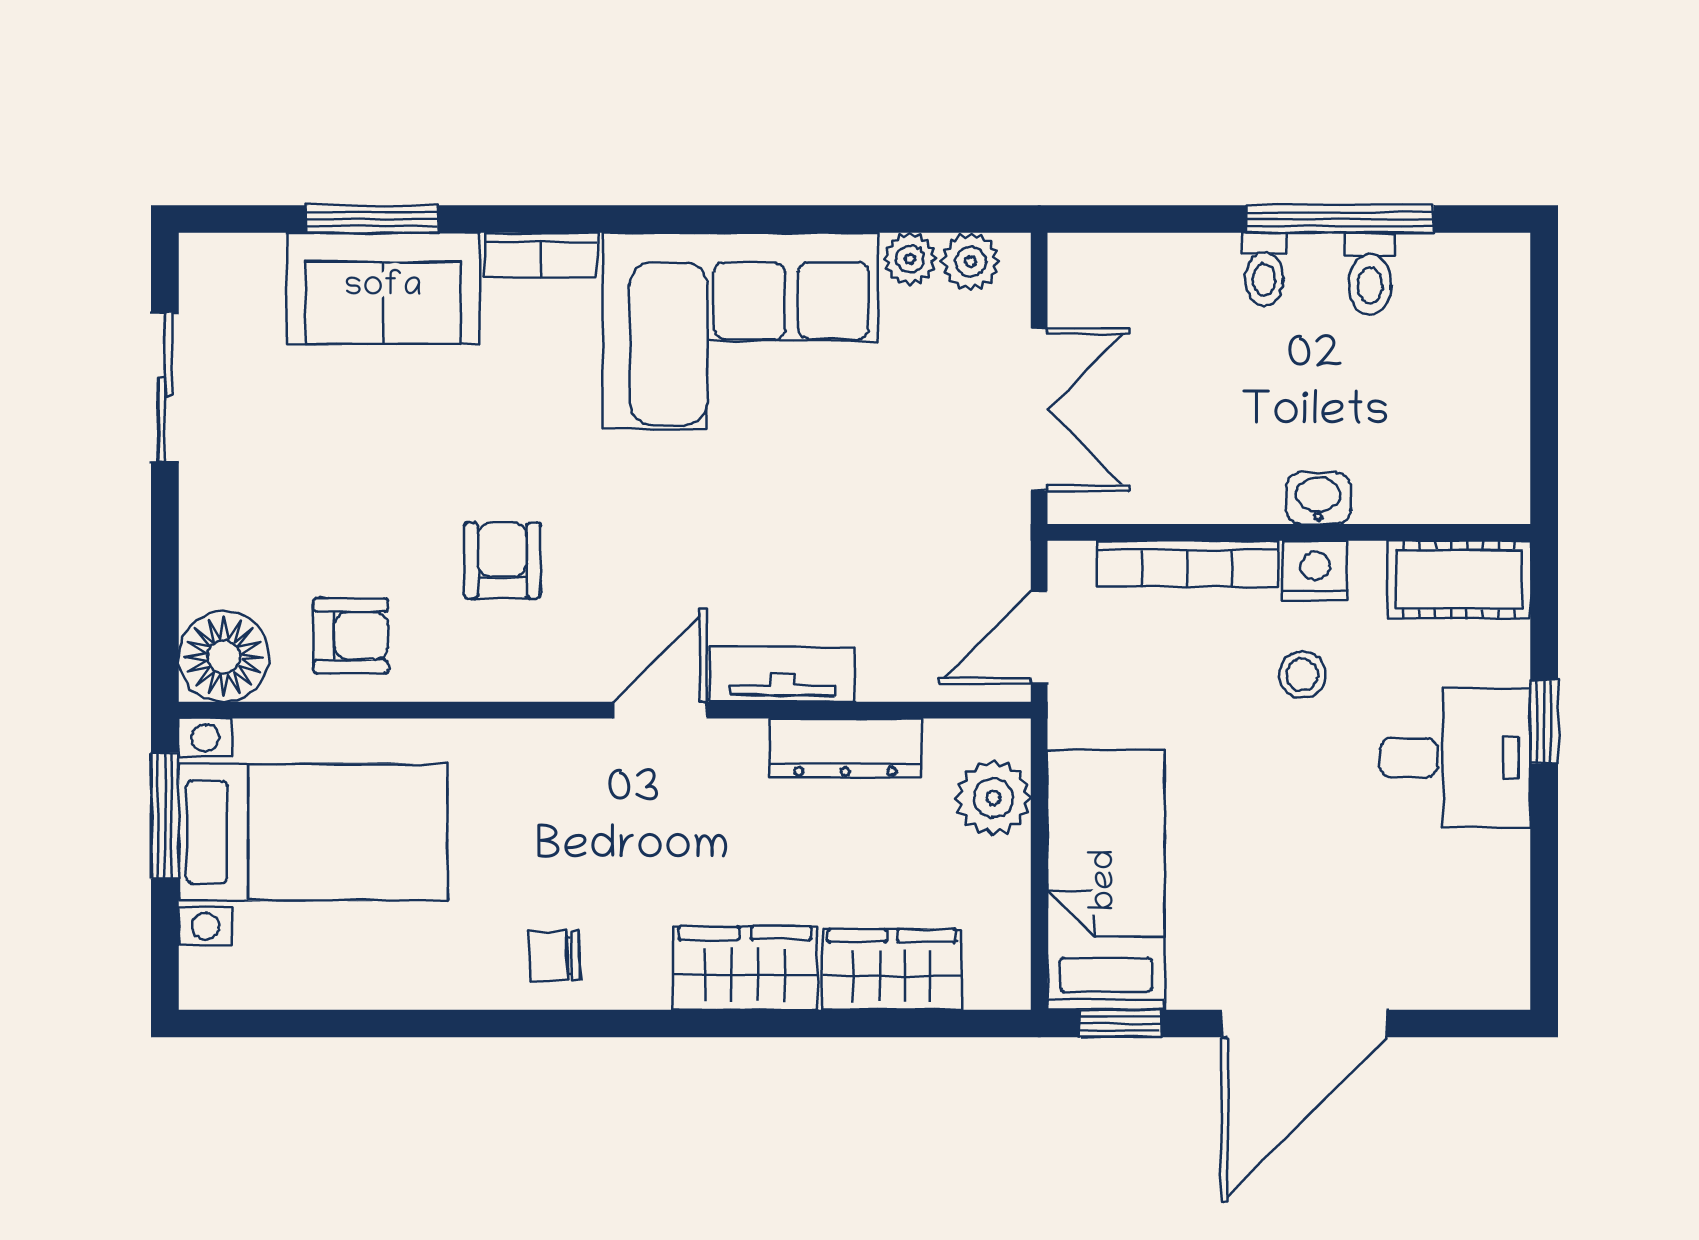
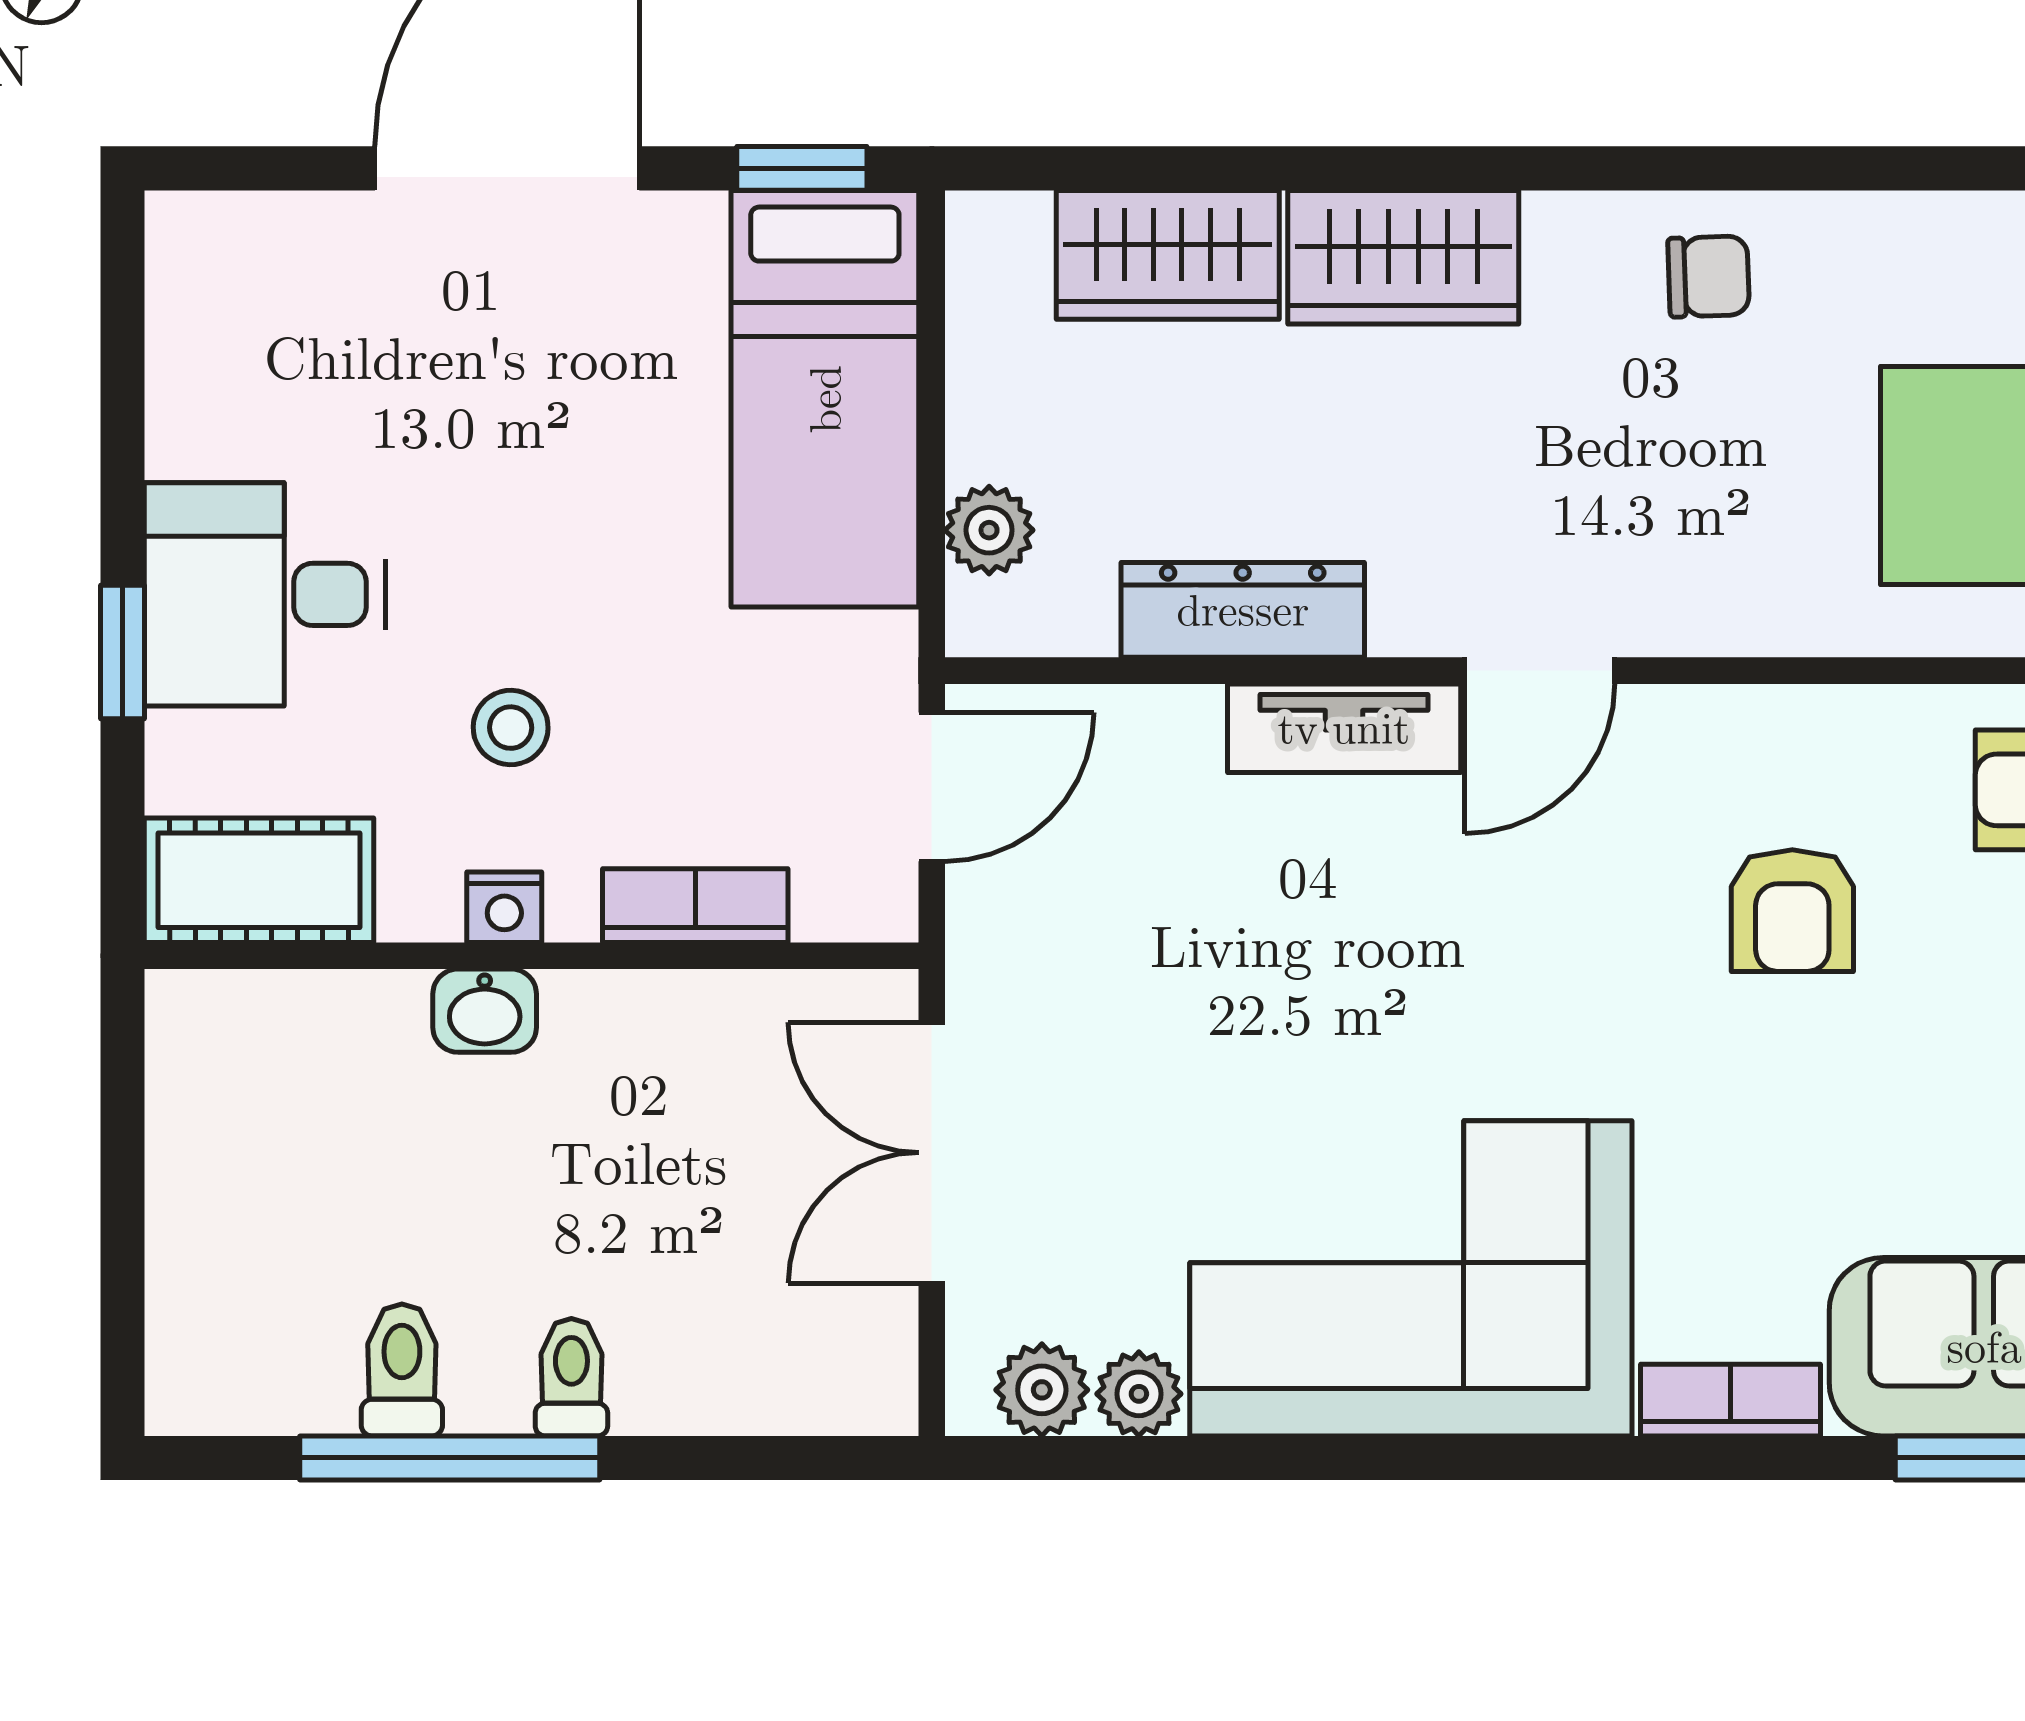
bookcase: (1187, 564) -> (695, 906), width x0.64
nightstand: (1315, 570) -> (504, 907), width x0.72, depth x0.74
plant: (993, 798) -> (989, 530), width x0.73, depth x0.73

